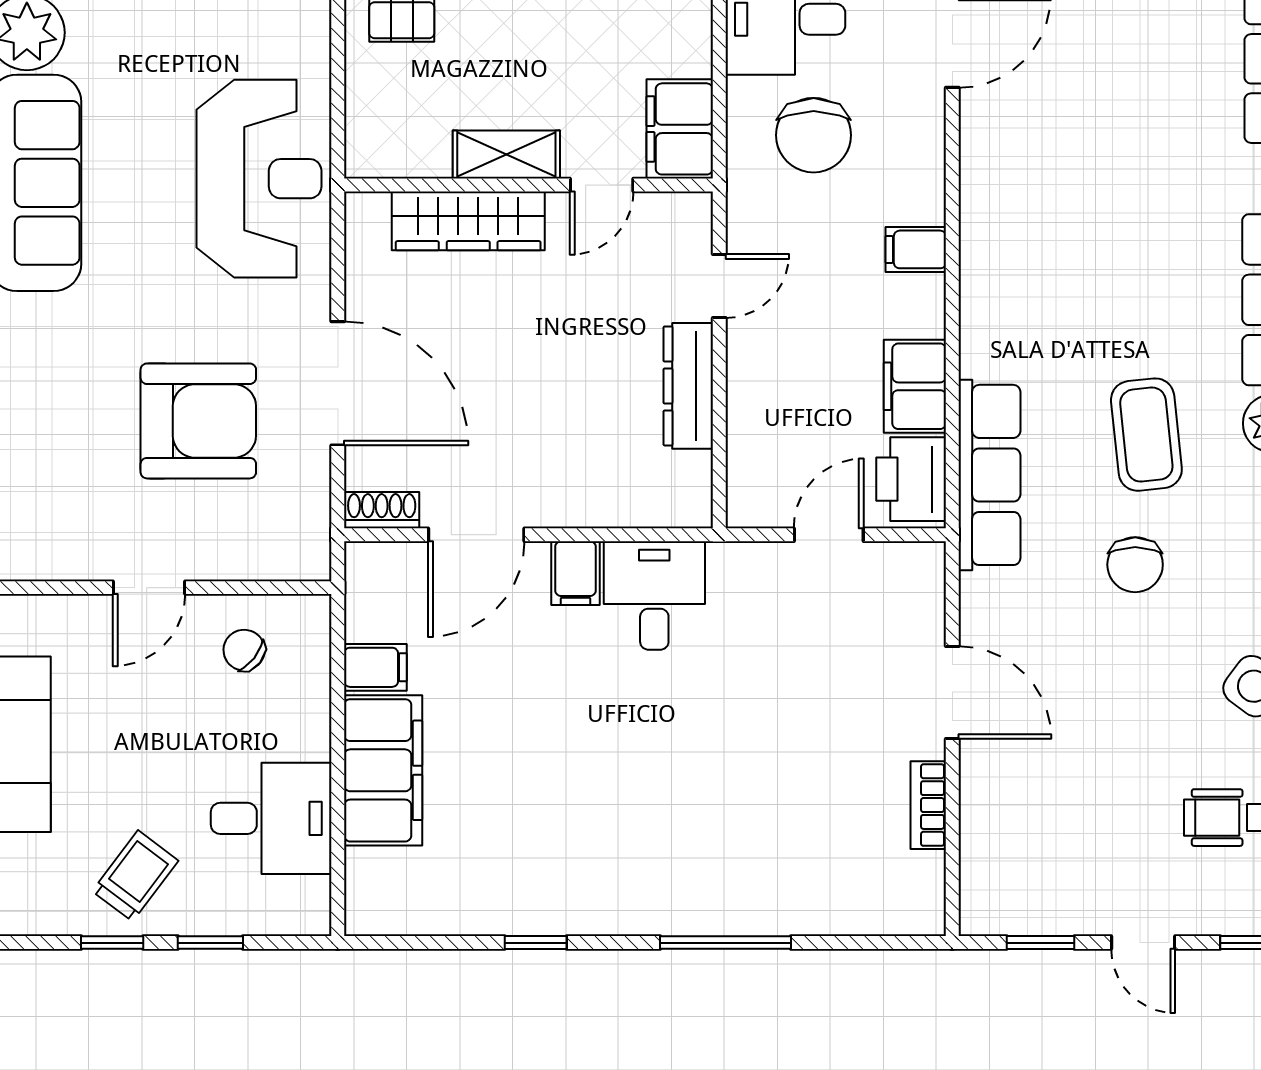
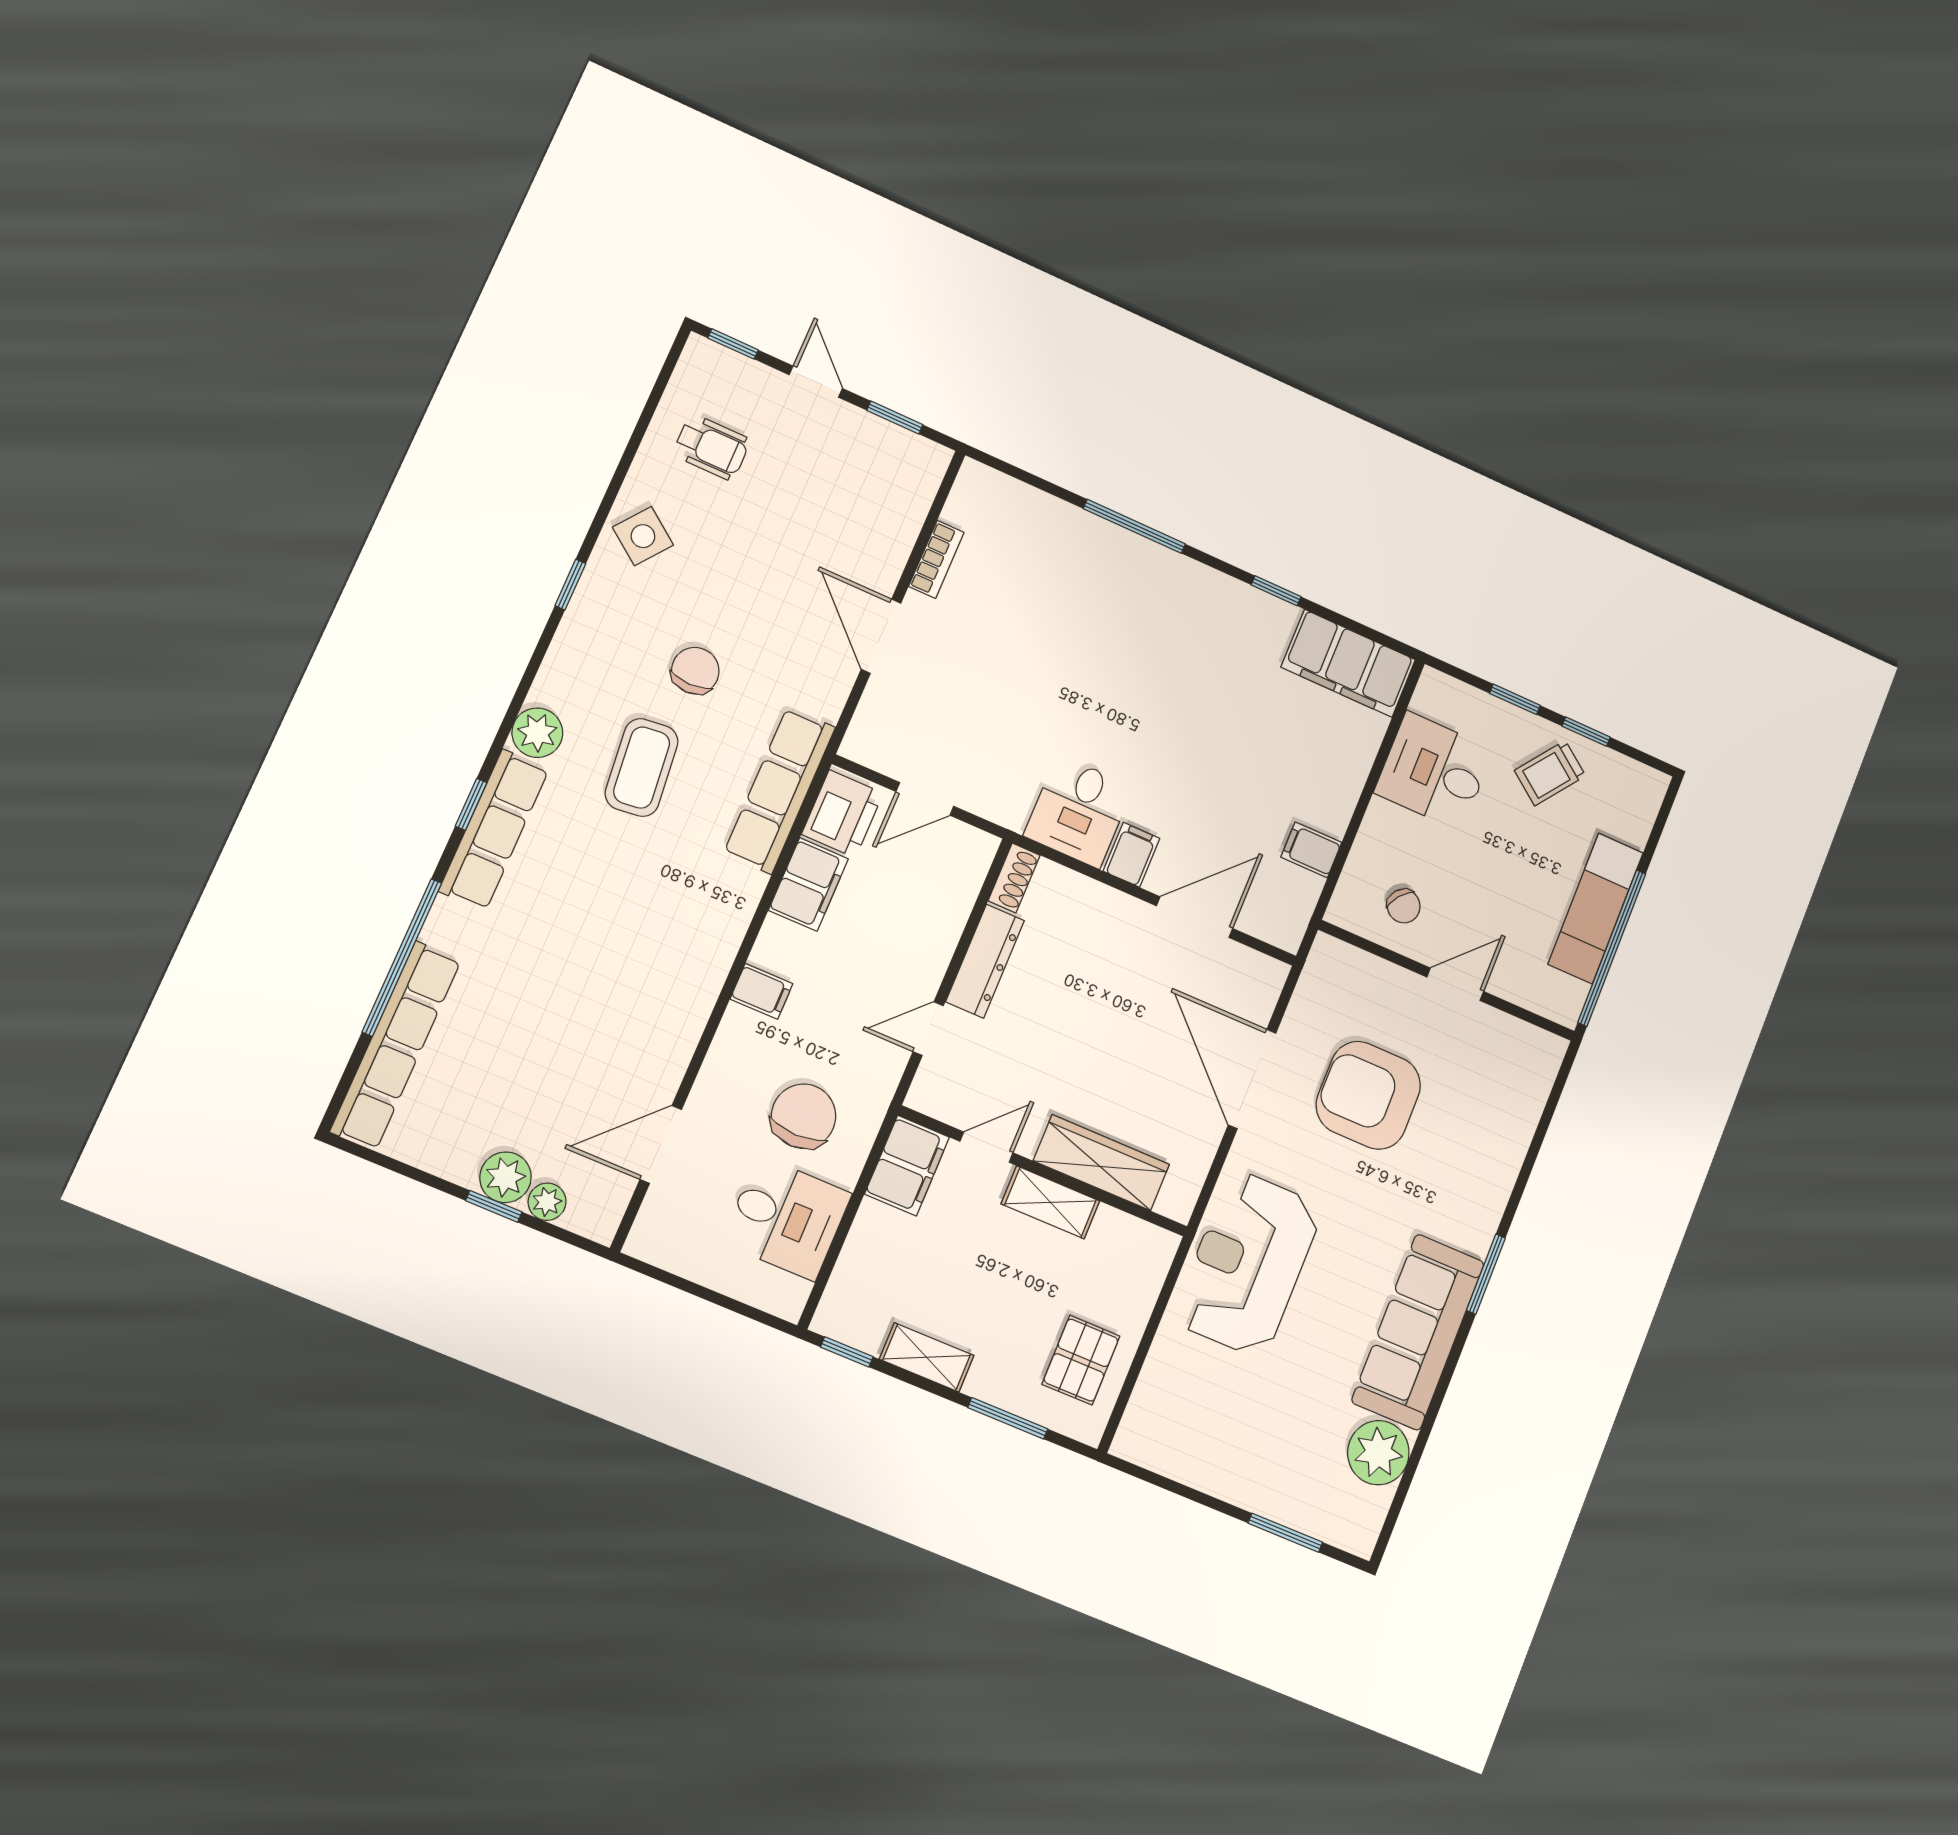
shoe rack: (382, 510) -> (1014, 878), moved, turned -90
filing cabinet: (383, 770) -> (1348, 663), moved, turned -90

